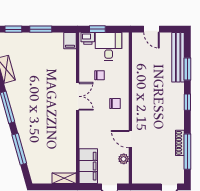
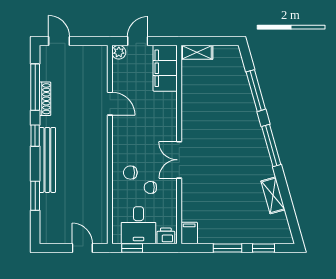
window: (97, 29) -> (132, 248), moved
bench: (178, 57) -> (47, 160), moved
window: (187, 102) -> (35, 136), moved
chair: (115, 104) -> (130, 173), moved
plant: (124, 159) -> (119, 52), moved

